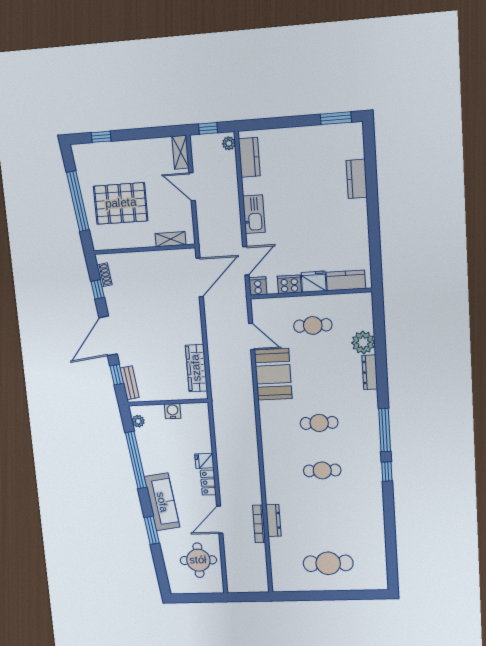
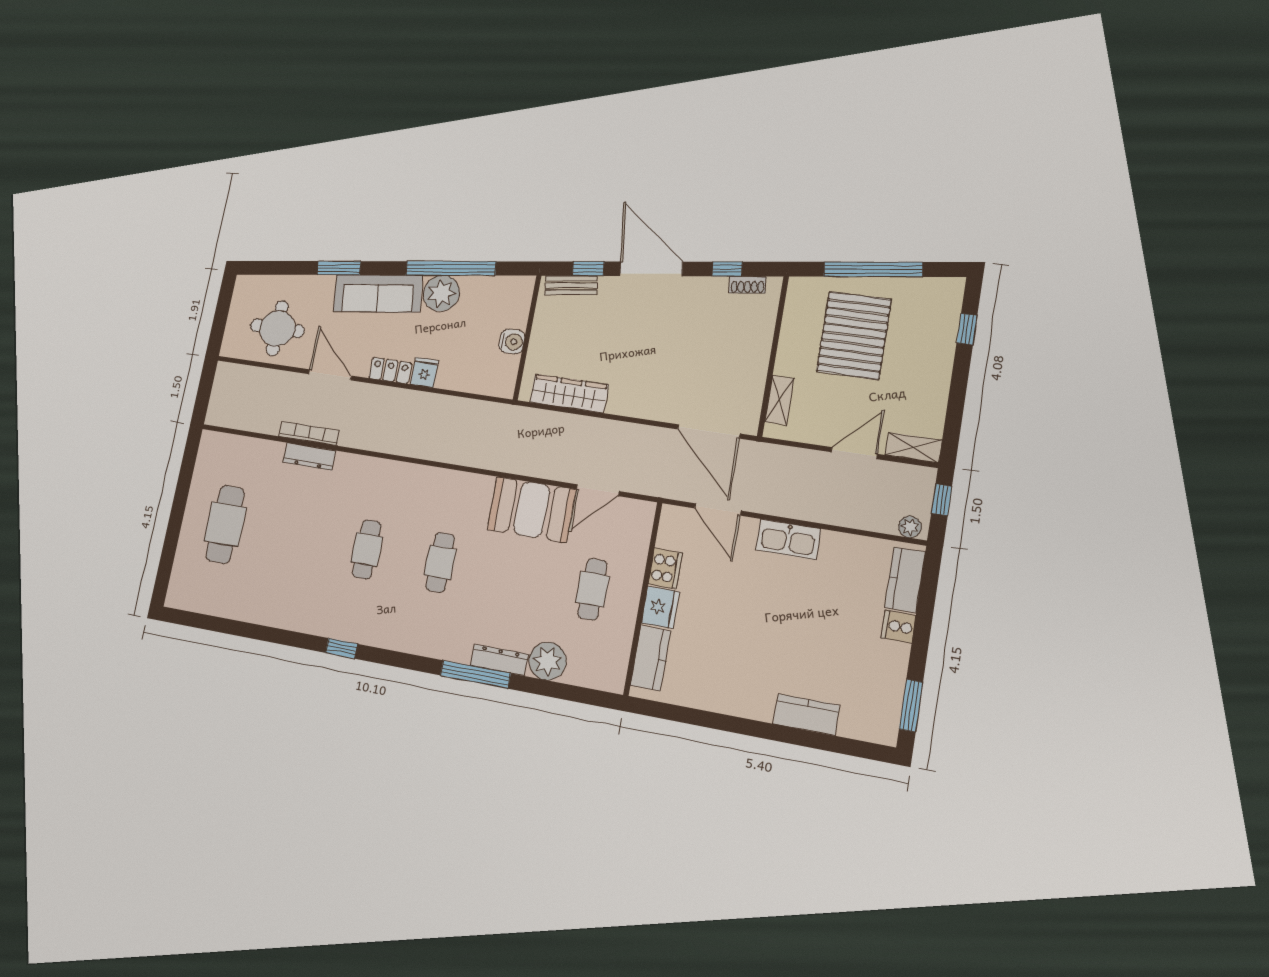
kitchen counter: (249, 157) -> (905, 580), moved, turned 90
cooker: (258, 286) -> (899, 627), moved, turned 180
plant: (138, 421) -> (441, 293), moved, width x1.87, depth x1.87
window: (385, 430) -> (475, 674), moved

